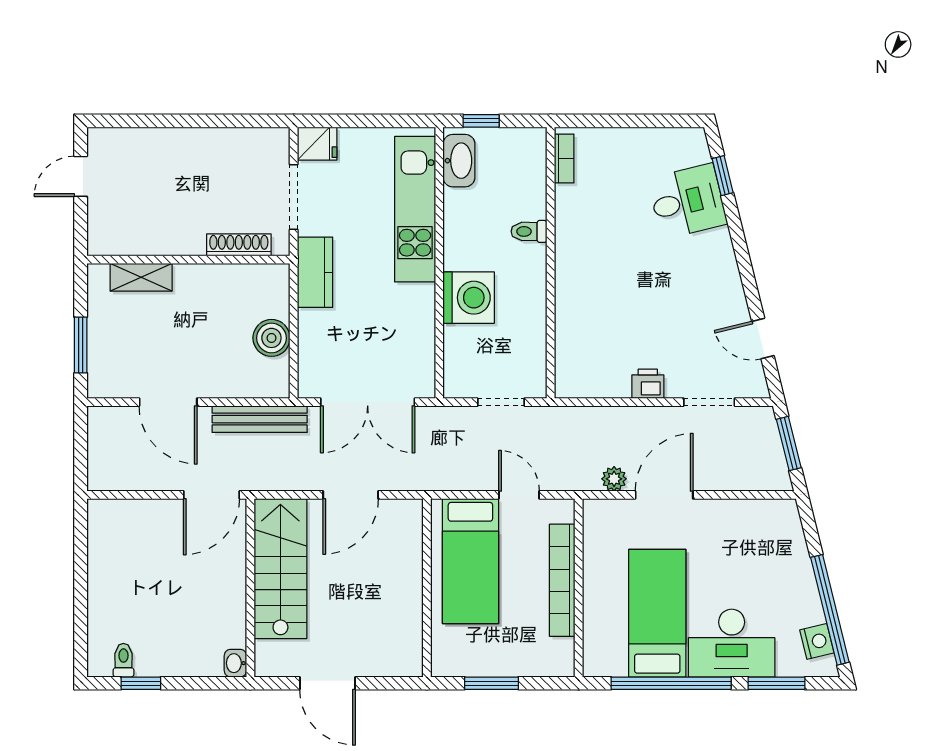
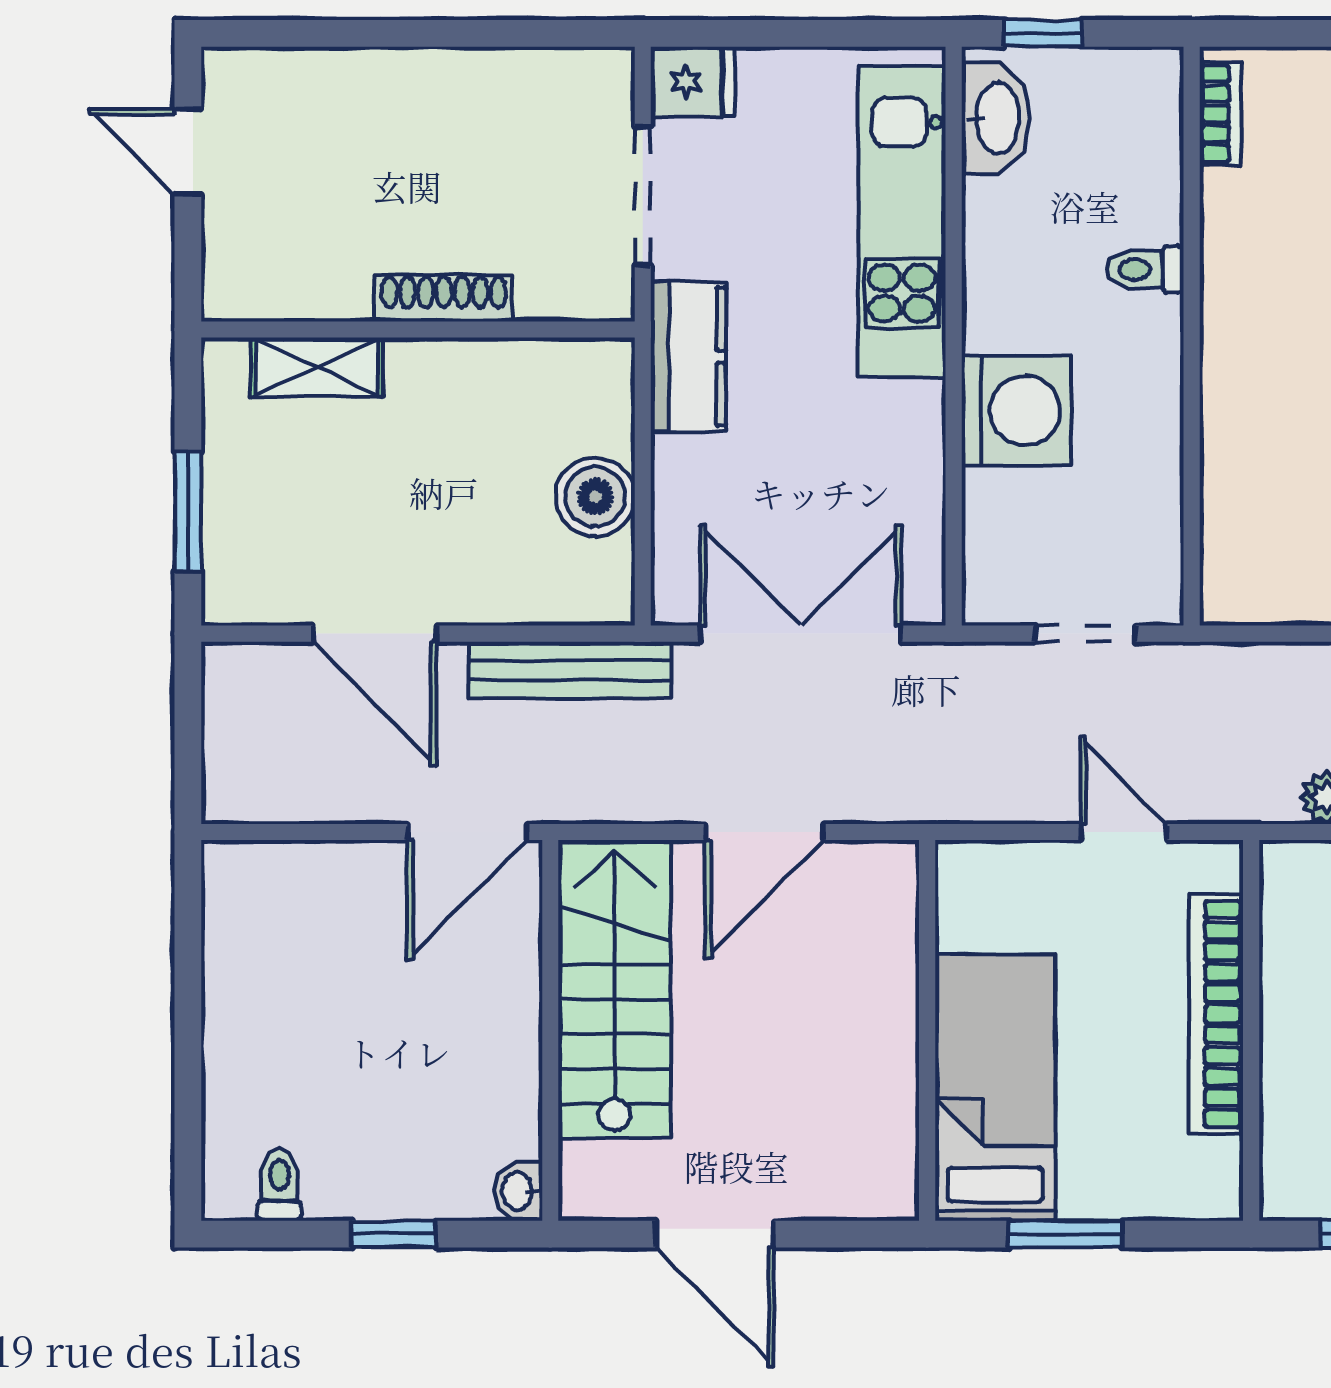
door: (81, 176) -> (188, 152), hinge flipped
shoe rack: (239, 245) -> (444, 298), moved
double door: (368, 402) -> (801, 634), swing flipped
bed: (470, 561) -> (995, 1087), moved, turned 180
window: (141, 683) -> (394, 1234), moved

